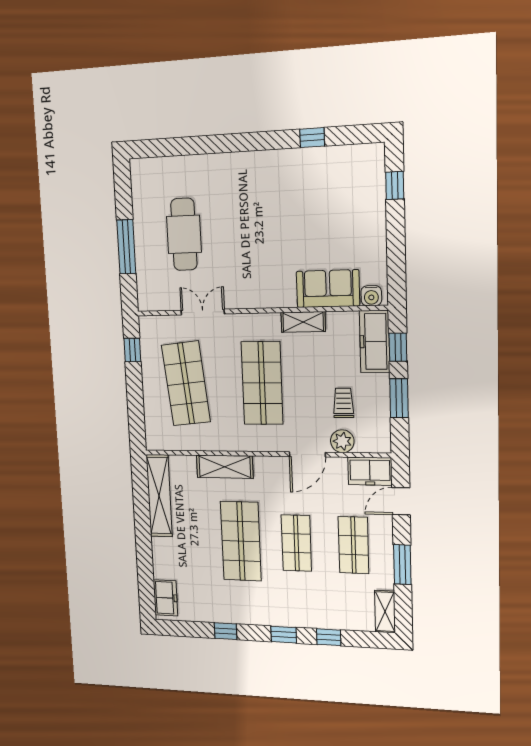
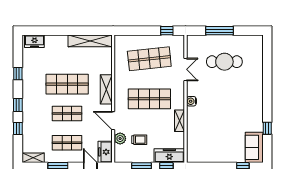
sofa: (328, 289) -> (254, 147), moved, turned 180
water cooler: (371, 296) -> (191, 101), moved
shelving: (225, 467) -> (106, 89), moved

